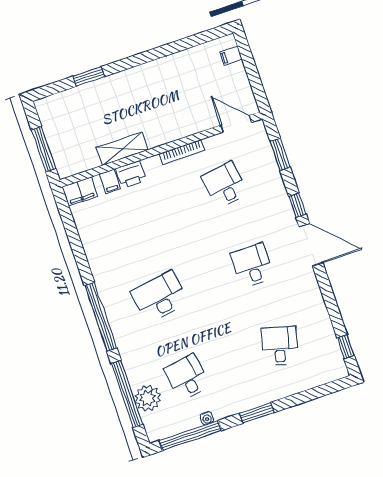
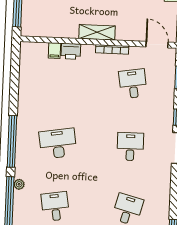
shelving: (122, 149) -> (97, 32), moved
filing cabinet: (80, 191) -> (31, 49), removed
plant: (148, 398) -> (19, 184), moved, width x0.53, depth x0.53

